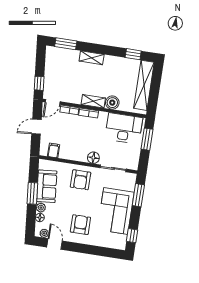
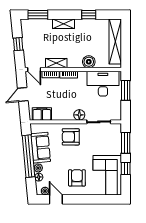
window: (133, 54) -> (89, 15), moved
window: (39, 83) -> (18, 44), moved
shelving: (93, 101) -> (56, 63), moved
door: (53, 102) -> (34, 70), hinge flipped
filing cabinet: (54, 151) -> (42, 114), width x2.00
armchair: (81, 180) -> (71, 137), turned 90
window: (32, 193) -> (29, 156), width x2.11
corner sofa: (116, 211) -> (107, 175), moved
window: (132, 236) -> (126, 169), moved

